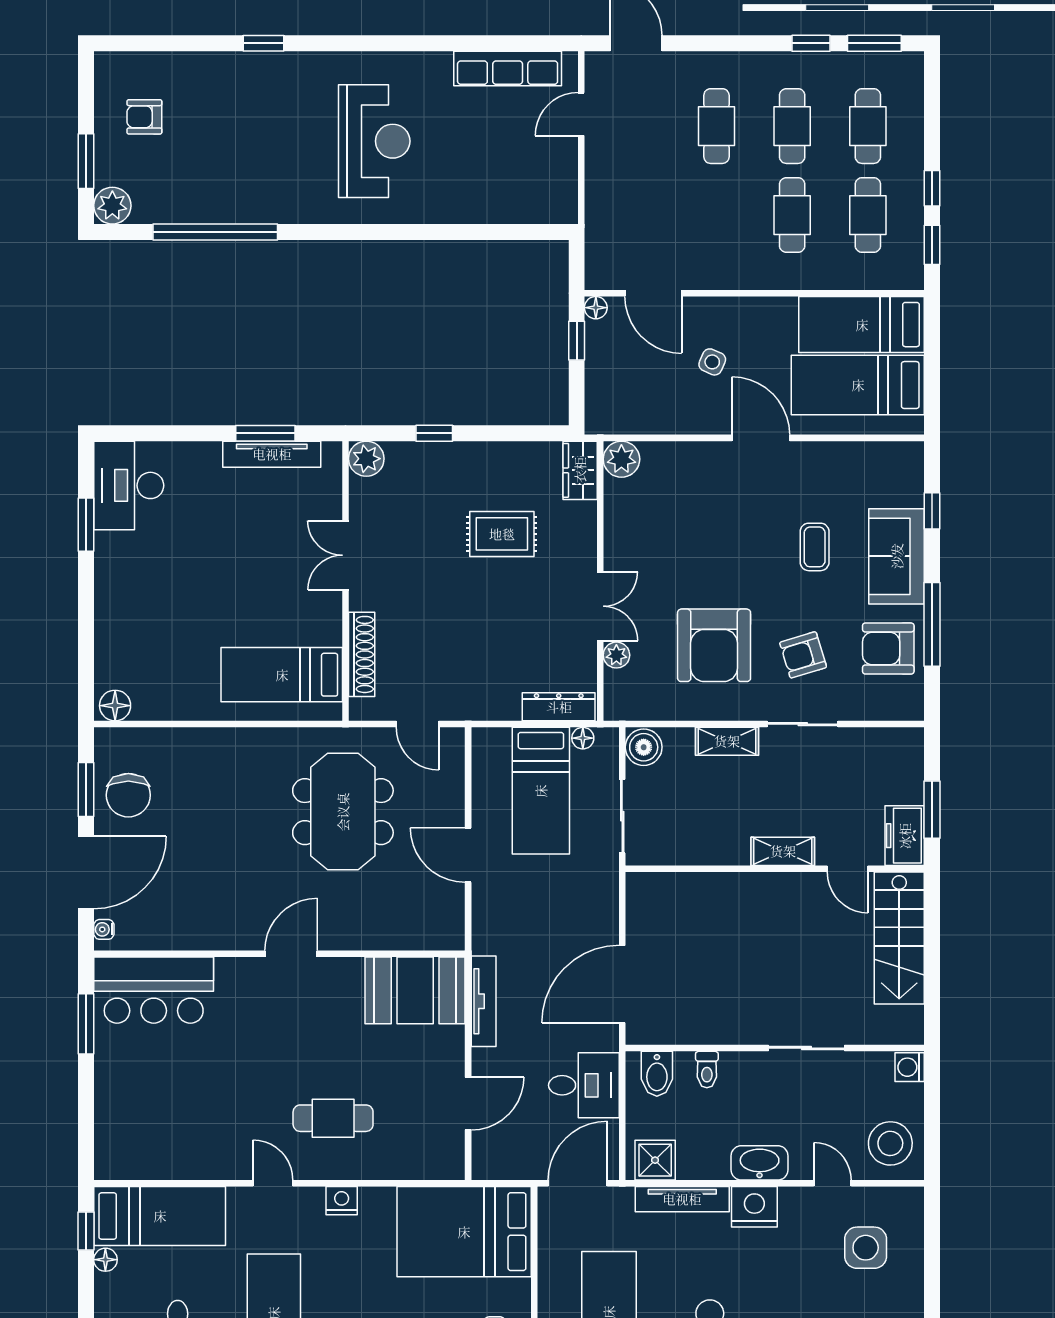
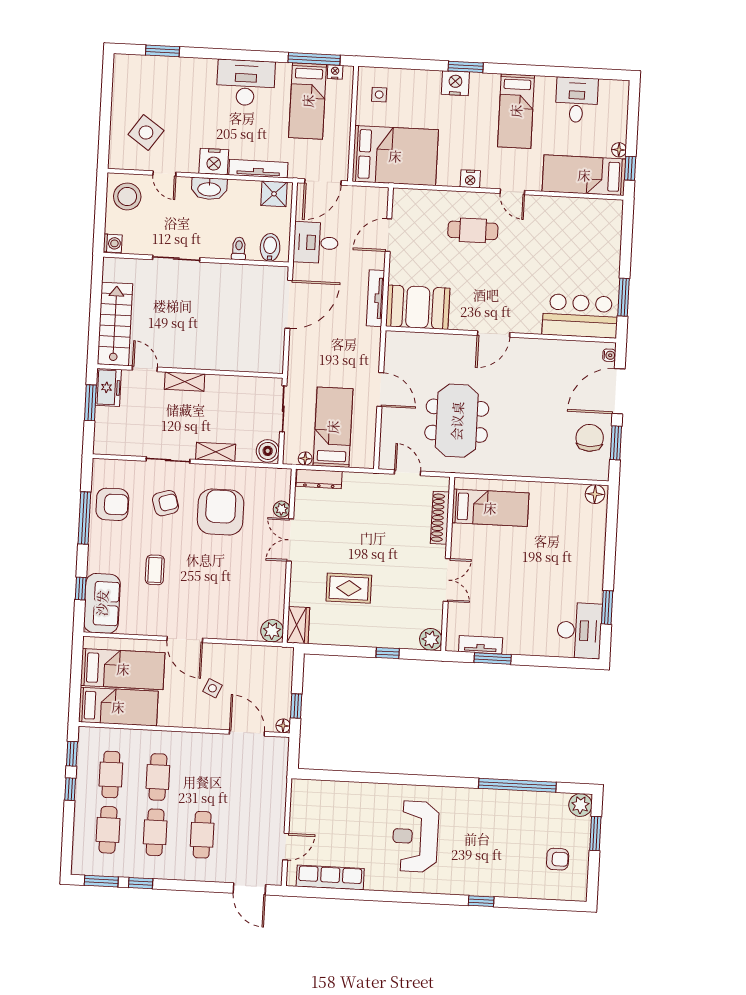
tv unit: (272, 454) -> (481, 645), width x0.71
sofa: (897, 556) -> (102, 603), moved
side table: (866, 1248) -> (146, 133), turned 35

